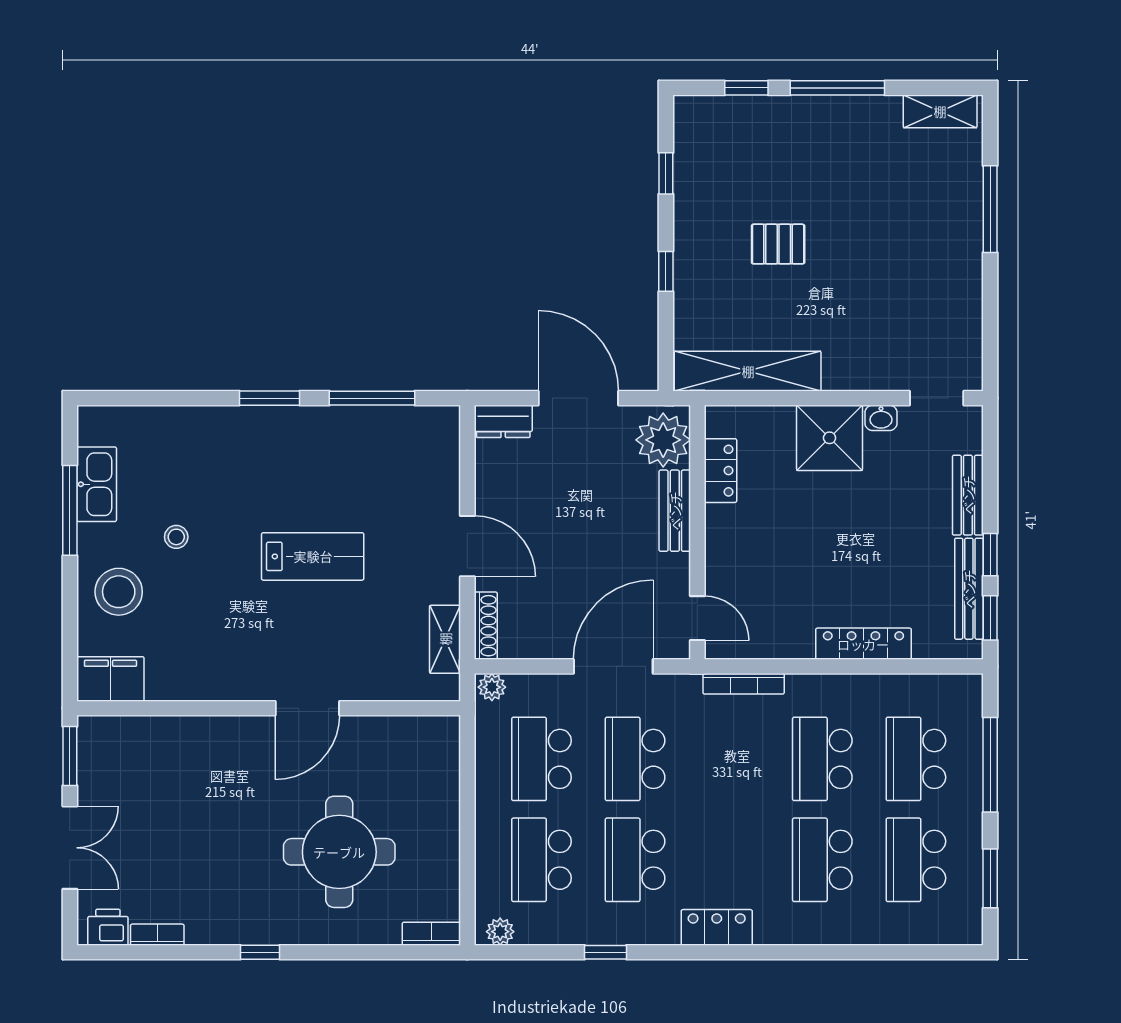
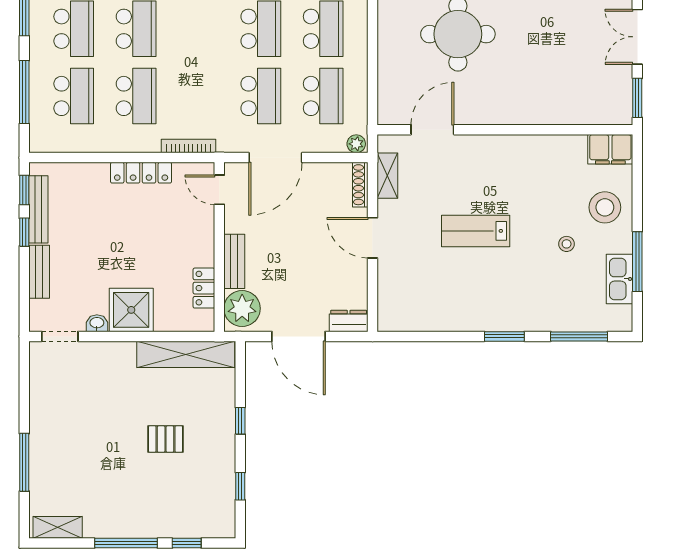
window: (372, 398) -> (579, 336), moved
locker: (863, 644) -> (141, 173), moved
door: (307, 708) -> (432, 130), moved

